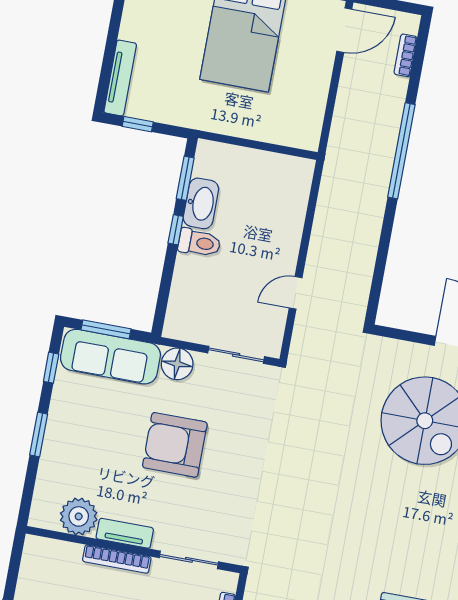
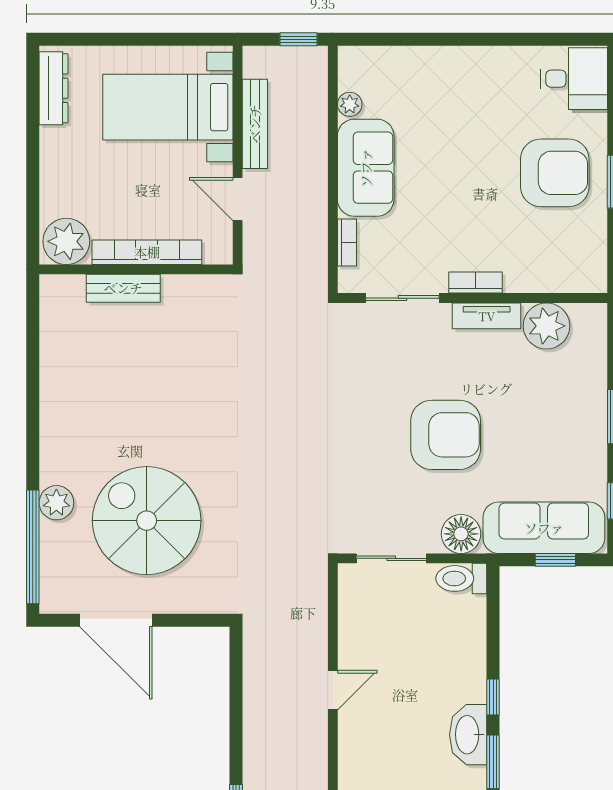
toilet: (199, 243) -> (461, 578), moved
door: (296, 293) -> (333, 690), moved
window: (106, 329) -> (555, 560), width x0.67
bookcase: (117, 559) -> (475, 283), width x0.64

